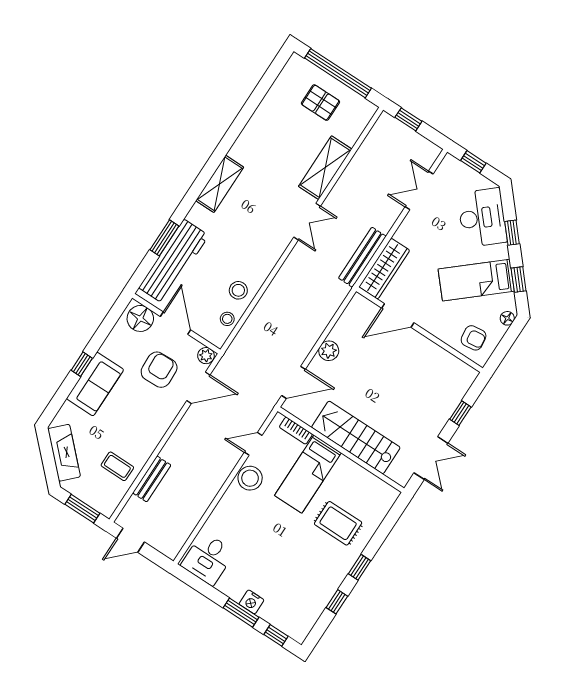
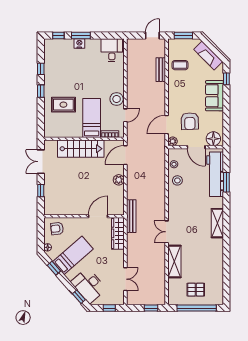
window: (512, 233) -> (79, 297), moved
bench: (362, 257) -> (131, 216), moved
window: (82, 364) -> (226, 79), moved

